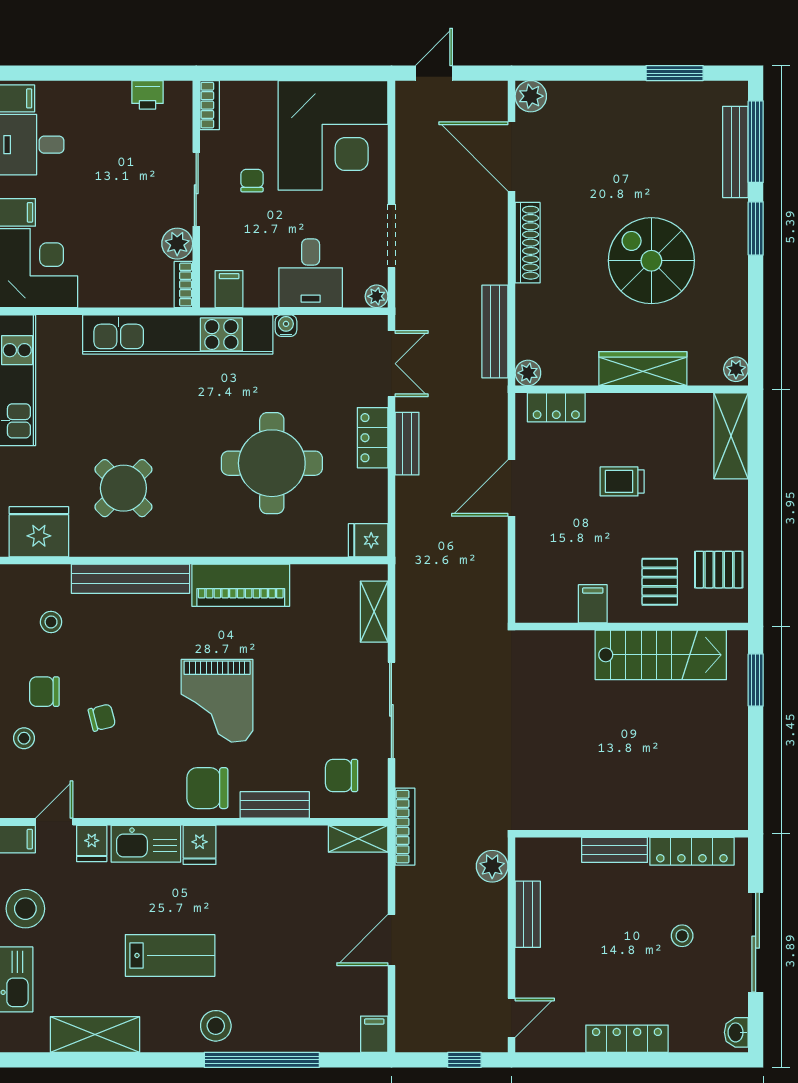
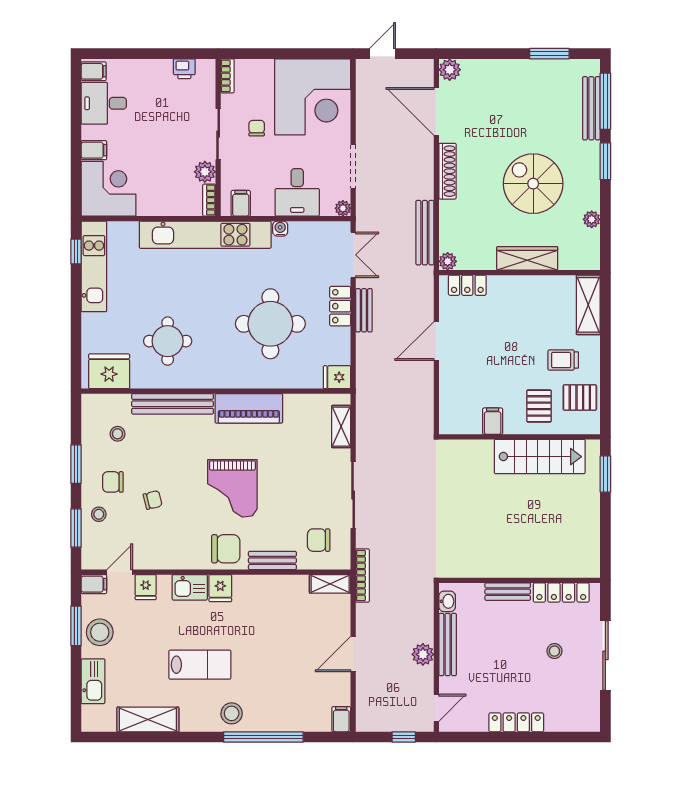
plant: (736, 369) -> (592, 219), moved
trolley: (622, 481) -> (563, 360), moved
round table: (123, 488) -> (168, 341), turned 45
chair: (207, 788) -> (226, 549), turned 180
kitchen sink: (146, 844) -> (190, 587), width x0.73
plant: (492, 866) -> (423, 654), moved
bench: (528, 914) -> (448, 644), width x1.36
washbasin: (736, 1032) -> (447, 601), moved, turned 180

